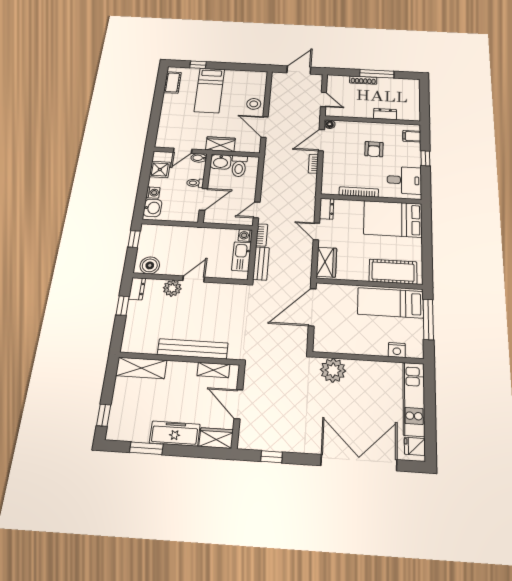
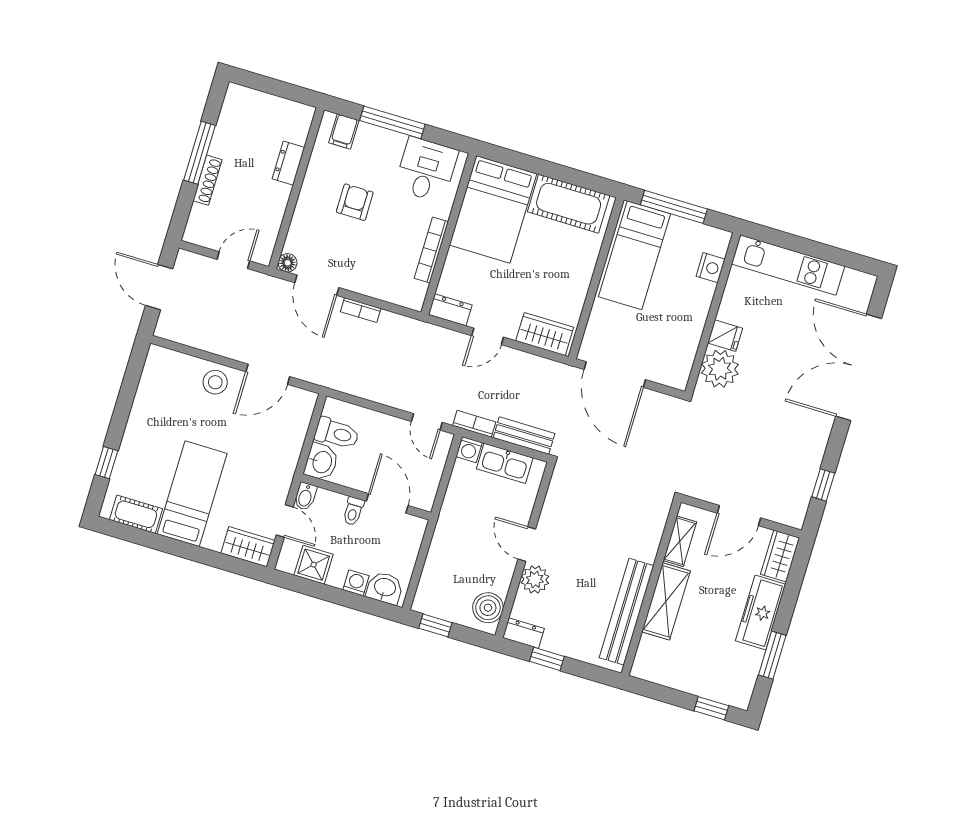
bed: (209, 90) -> (192, 494), moved, turned -90
wardrobe: (220, 144) -> (248, 547), moved, turned 90
armchair: (374, 149) -> (355, 202), turned -91
window: (425, 158) -> (392, 122), width x2.17
cot: (393, 272) -> (569, 204), moved, turned 90
bench: (193, 349) -> (627, 612), moved
shelving: (141, 368) -> (666, 601), moved
fridge: (415, 446) -> (725, 336), moved, turned -90

